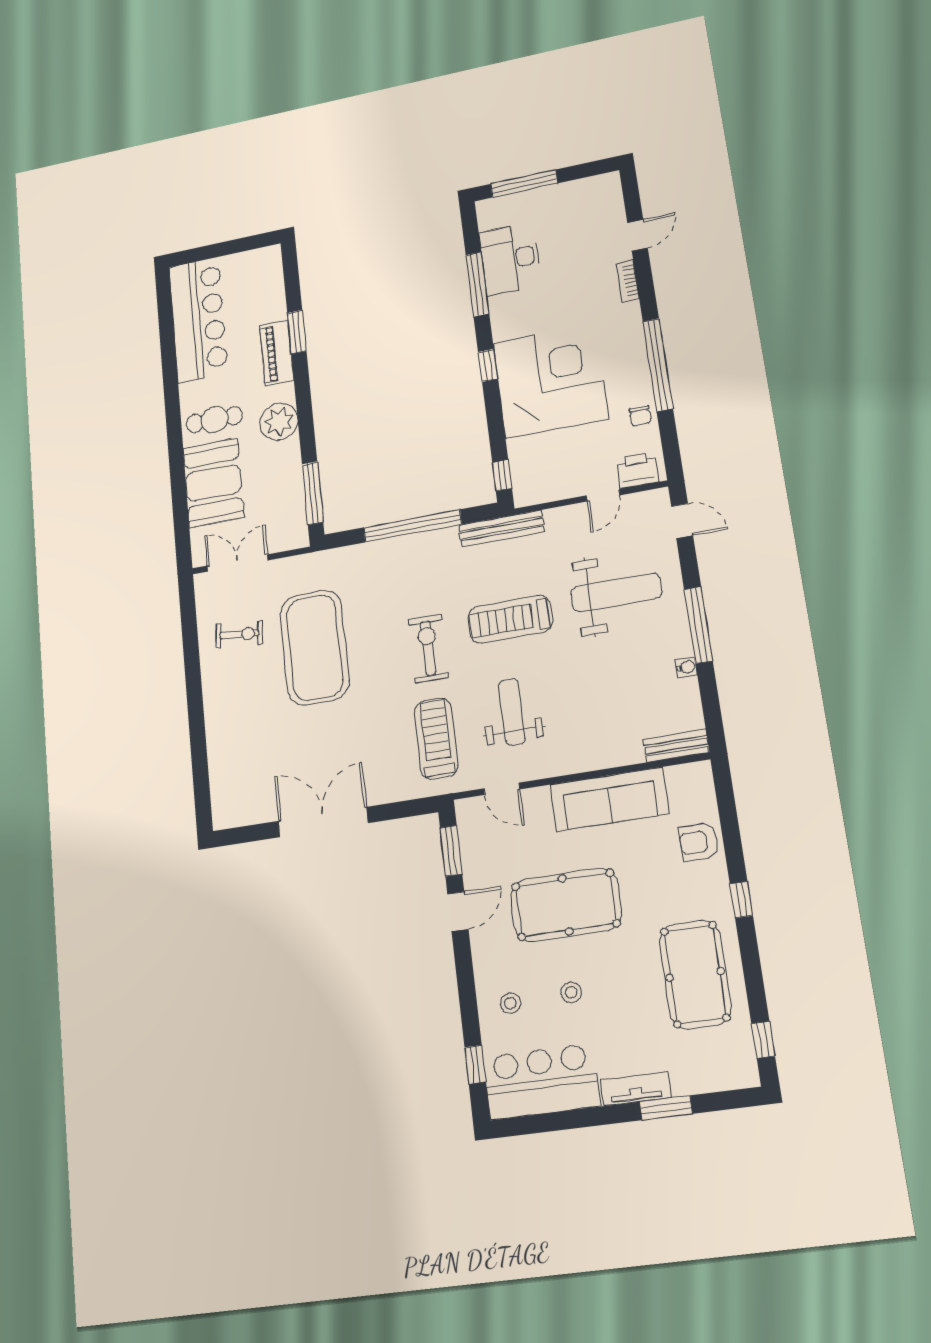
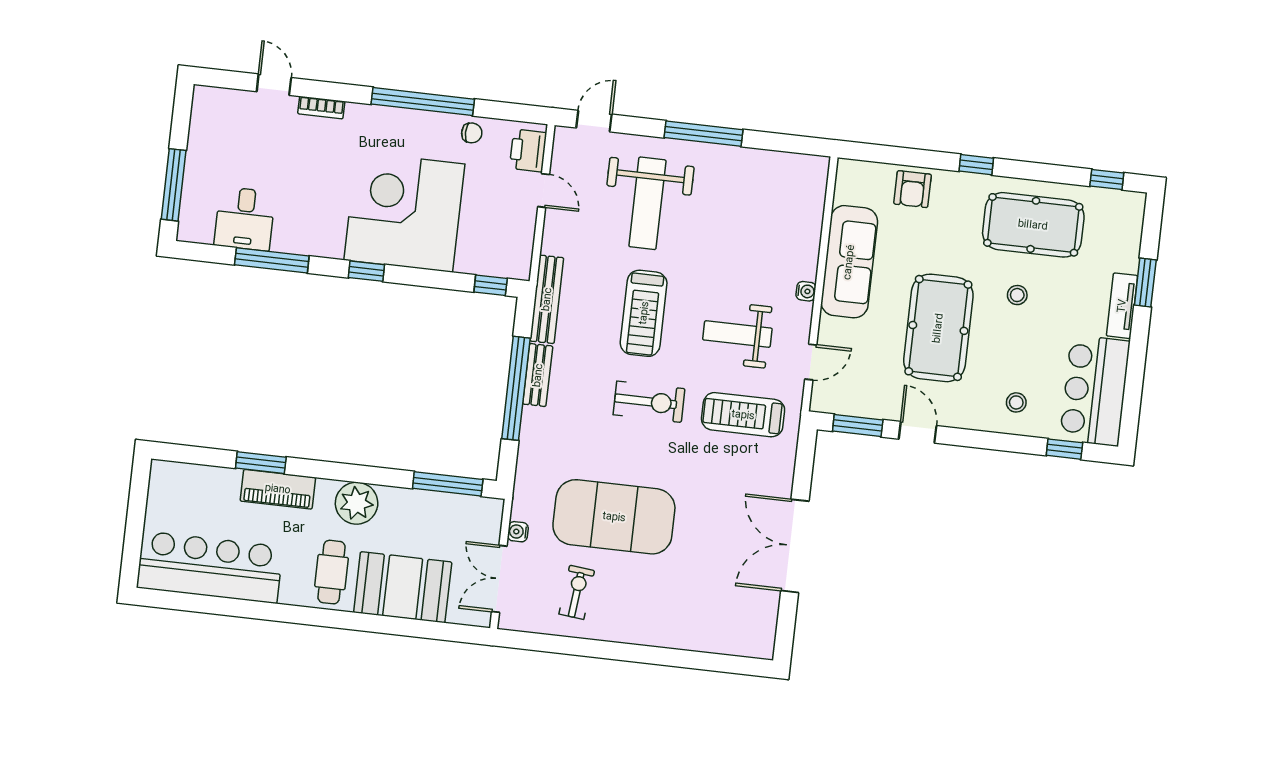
desk: (510, 259) -> (245, 219), width x0.73
water cooler: (283, 567) -> (518, 532), added
weight bench: (616, 592) -> (647, 203), turned 180
exercise bike: (428, 648) -> (649, 402), turned 180
water cooler: (686, 667) -> (806, 291), moved, turned 90
bench: (676, 746) -> (538, 375), moved
stool: (571, 992) -> (1017, 295), moved

